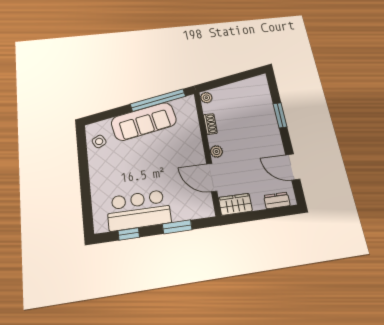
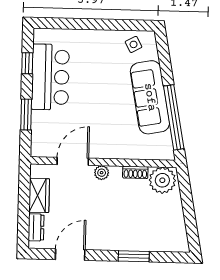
plant: (206, 98) -> (162, 180), width x1.88, depth x1.88
wardrobe: (235, 204) -> (39, 195), moved

